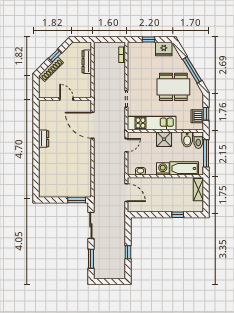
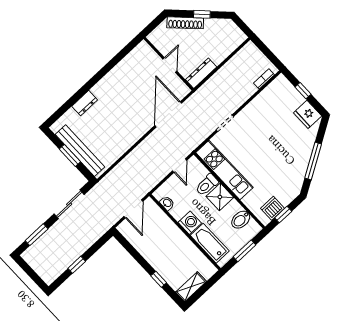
dresser: (87, 62) -> (201, 73), moved
dining table: (173, 87) -> (280, 158), removed
dresser: (44, 139) -> (85, 103), moved
toilet: (198, 140) -> (207, 185), moved
door: (126, 145) -> (180, 166), hinge flipped
window: (206, 153) -> (244, 251), width x0.69
shelving: (198, 190) -> (191, 287), moved
bench: (67, 192) -> (80, 151), added
window: (77, 200) -> (70, 155), moved

